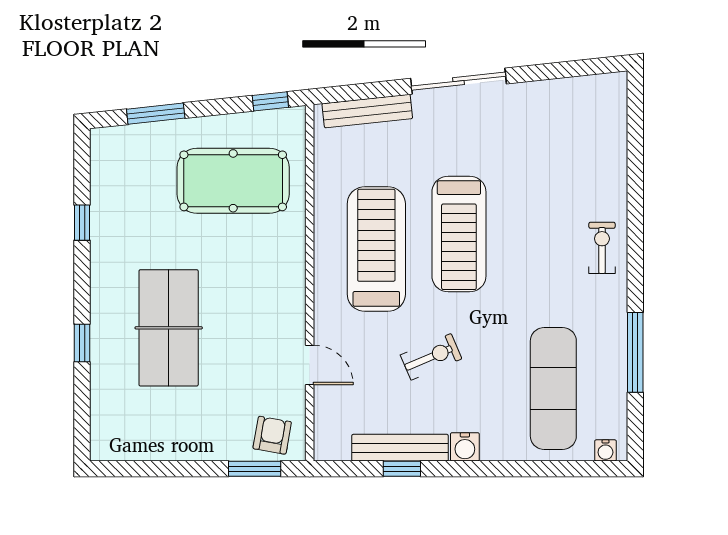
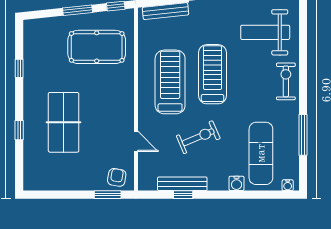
window: (156, 114) -> (78, 10), moved
weight bench: (562, 152) -> (265, 32), added
treadmill: (459, 234) -> (212, 74), turned 180
exercise bike: (602, 248) -> (286, 81), width x1.38, depth x1.39
exercise bike: (431, 357) -> (198, 137), width x1.38, depth x1.39
water cooler: (465, 447) -> (237, 183), moved

